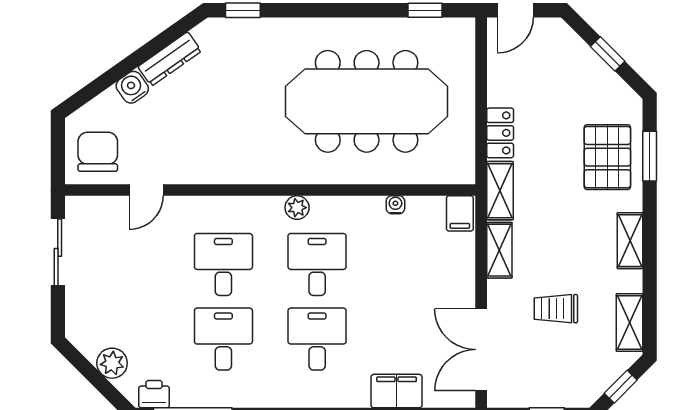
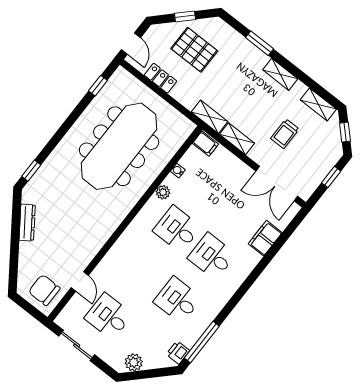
water cooler: (132, 87) -> (27, 250), removed
locker: (500, 133) -> (160, 78), moved
window: (650, 156) -> (259, 43), moved
pallet: (607, 157) -> (194, 50), moved
plant: (297, 208) -> (163, 192), moved
desk: (223, 265) -> (109, 316), moved
plant: (112, 363) -> (134, 362), moved

